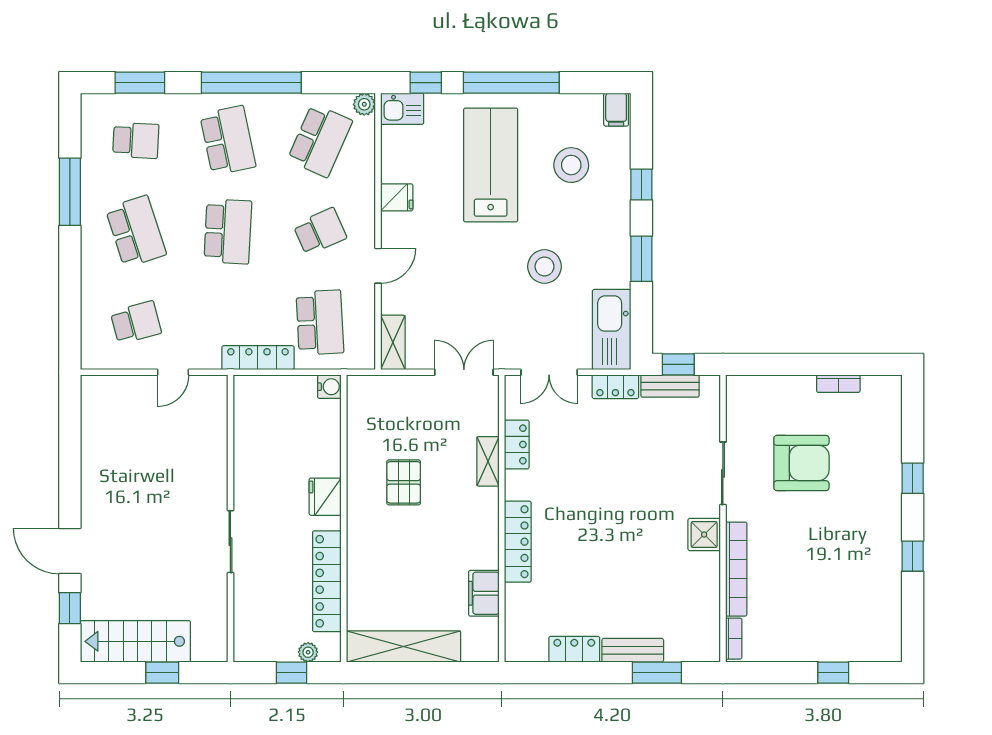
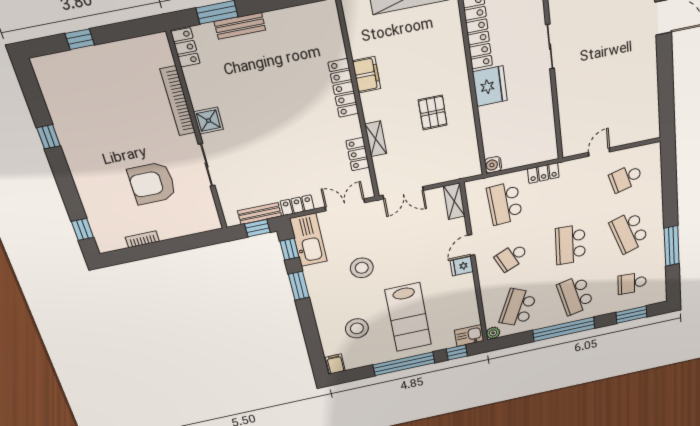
window: (641, 185) -> (289, 249), moved
fridge: (397, 197) -> (462, 266), moved
locker: (258, 358) -> (543, 173), width x0.66
window: (913, 478) -> (82, 229), moved
fridge: (325, 497) -> (490, 86), width x1.36, depth x1.34
filing cabinet: (484, 593) -> (367, 75), moved
bookcase: (734, 639) -> (165, 50), removed
locker: (574, 649) -> (185, 47), moved, turned -90

